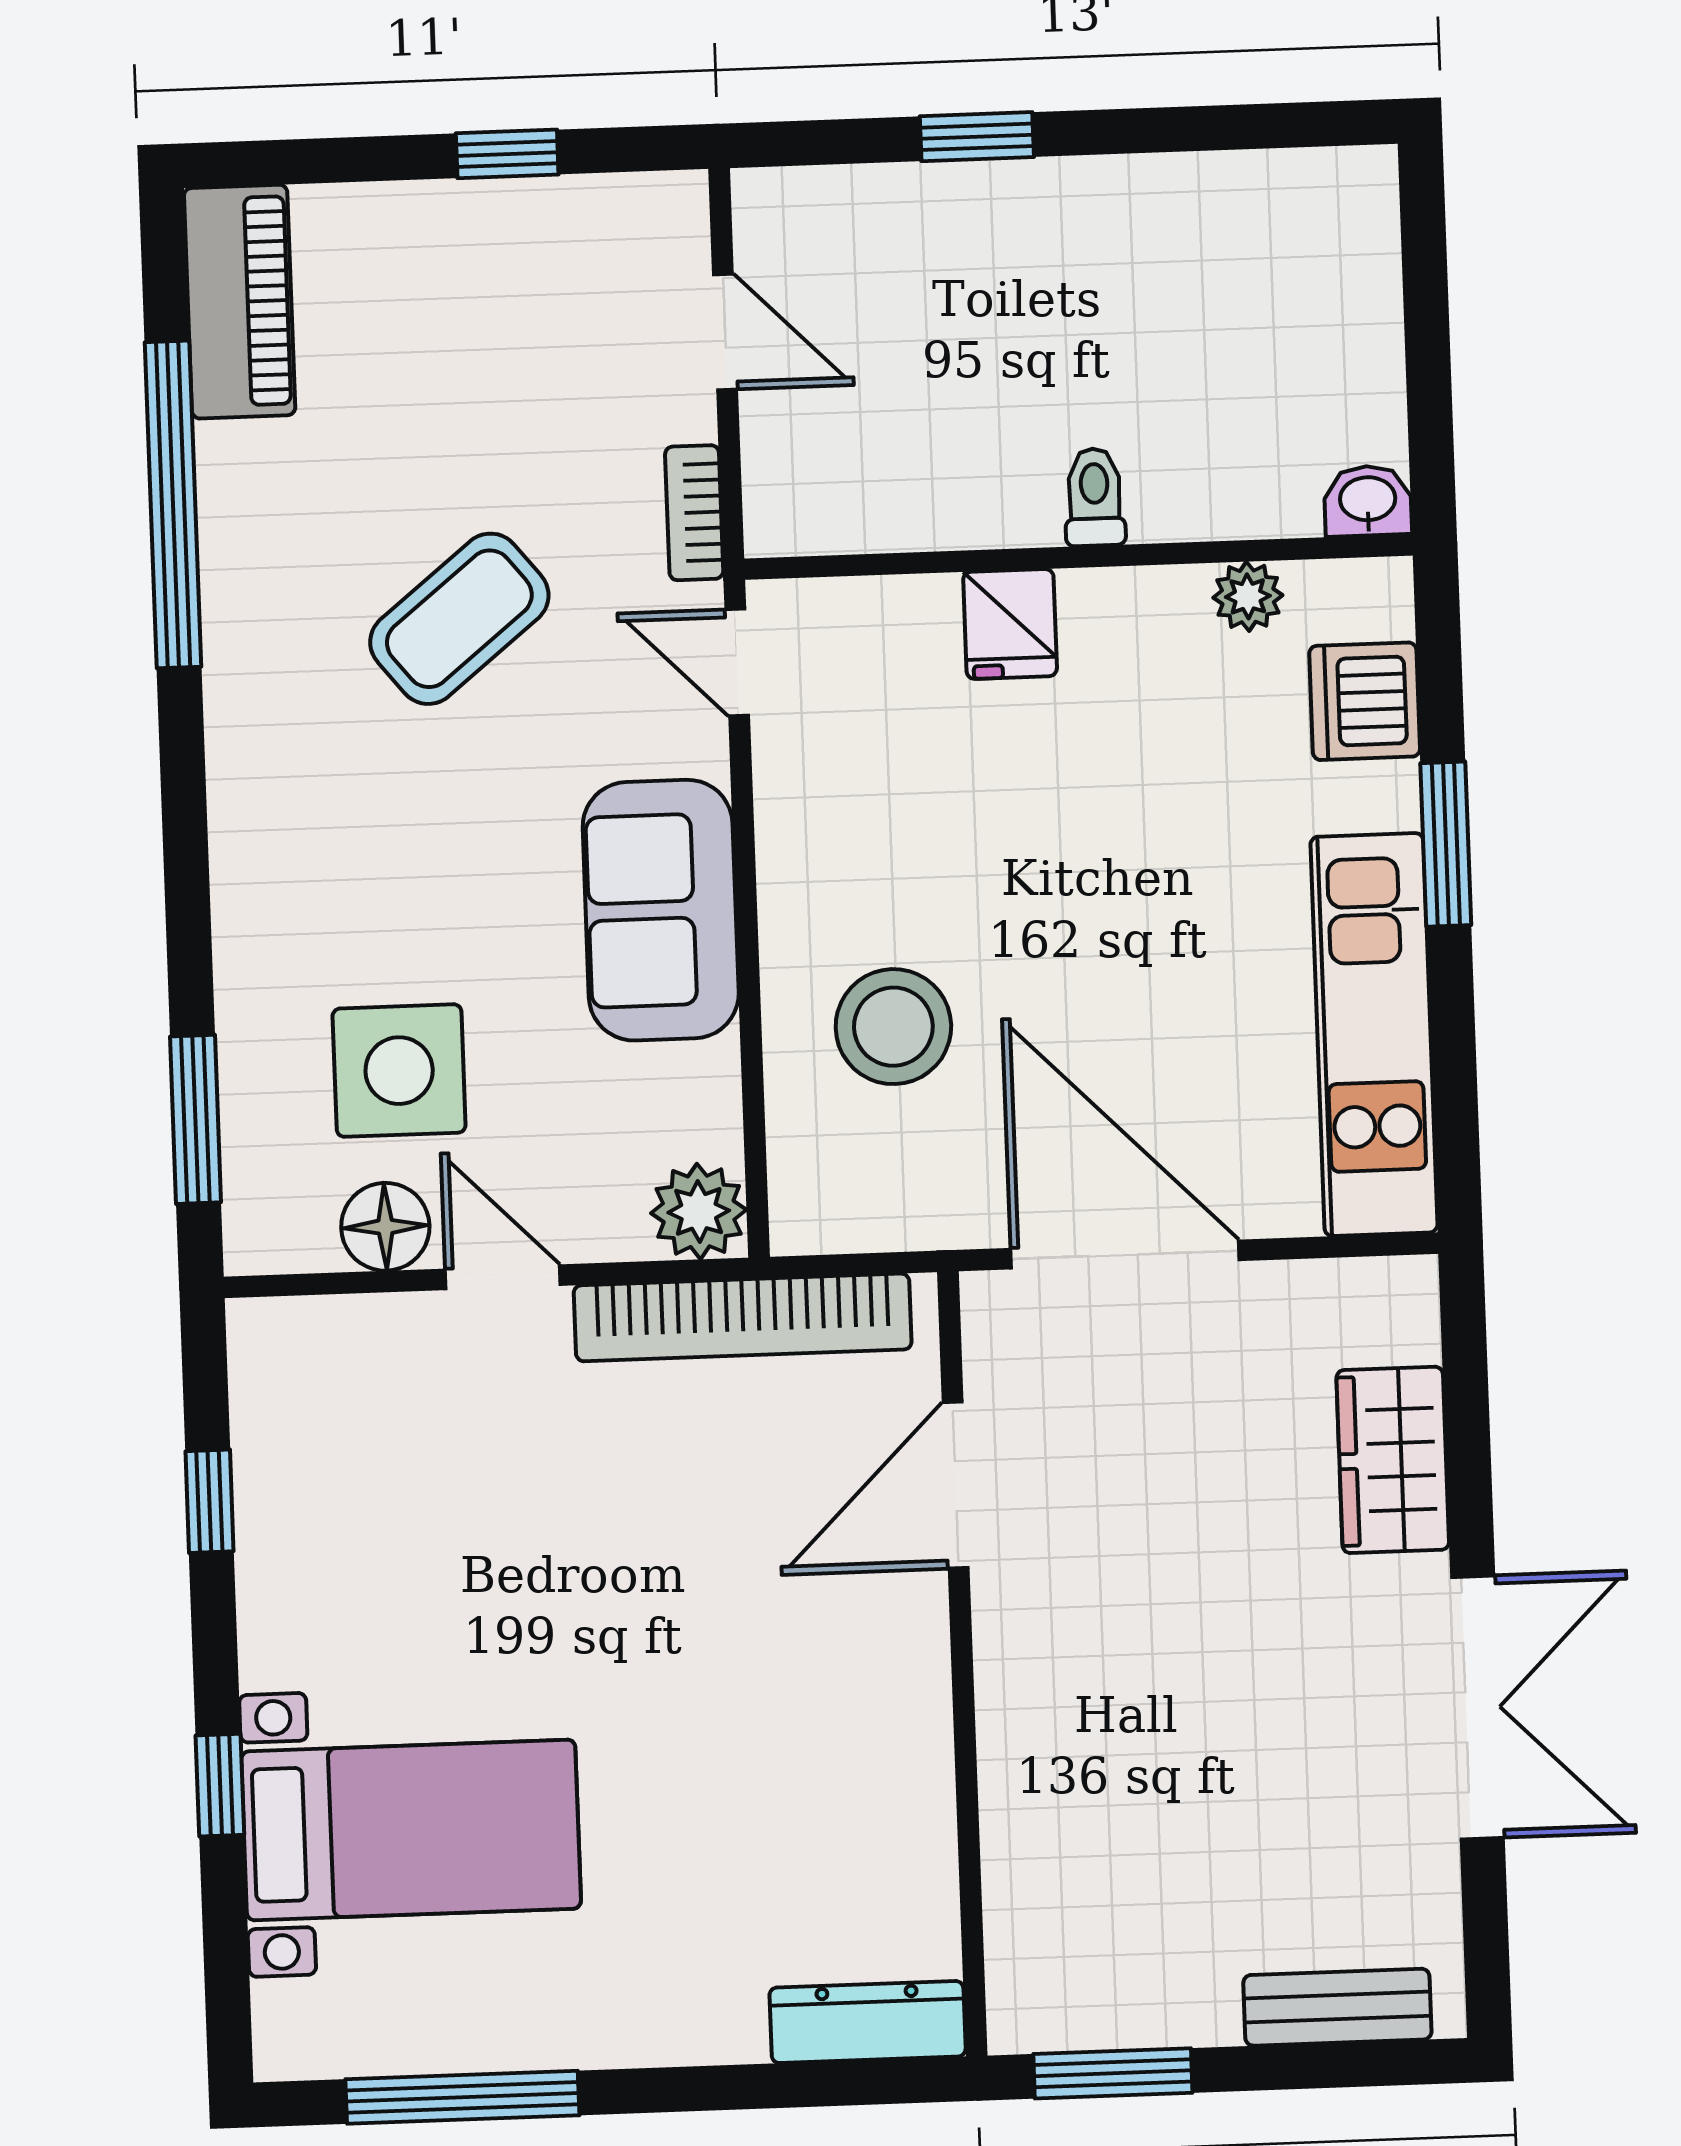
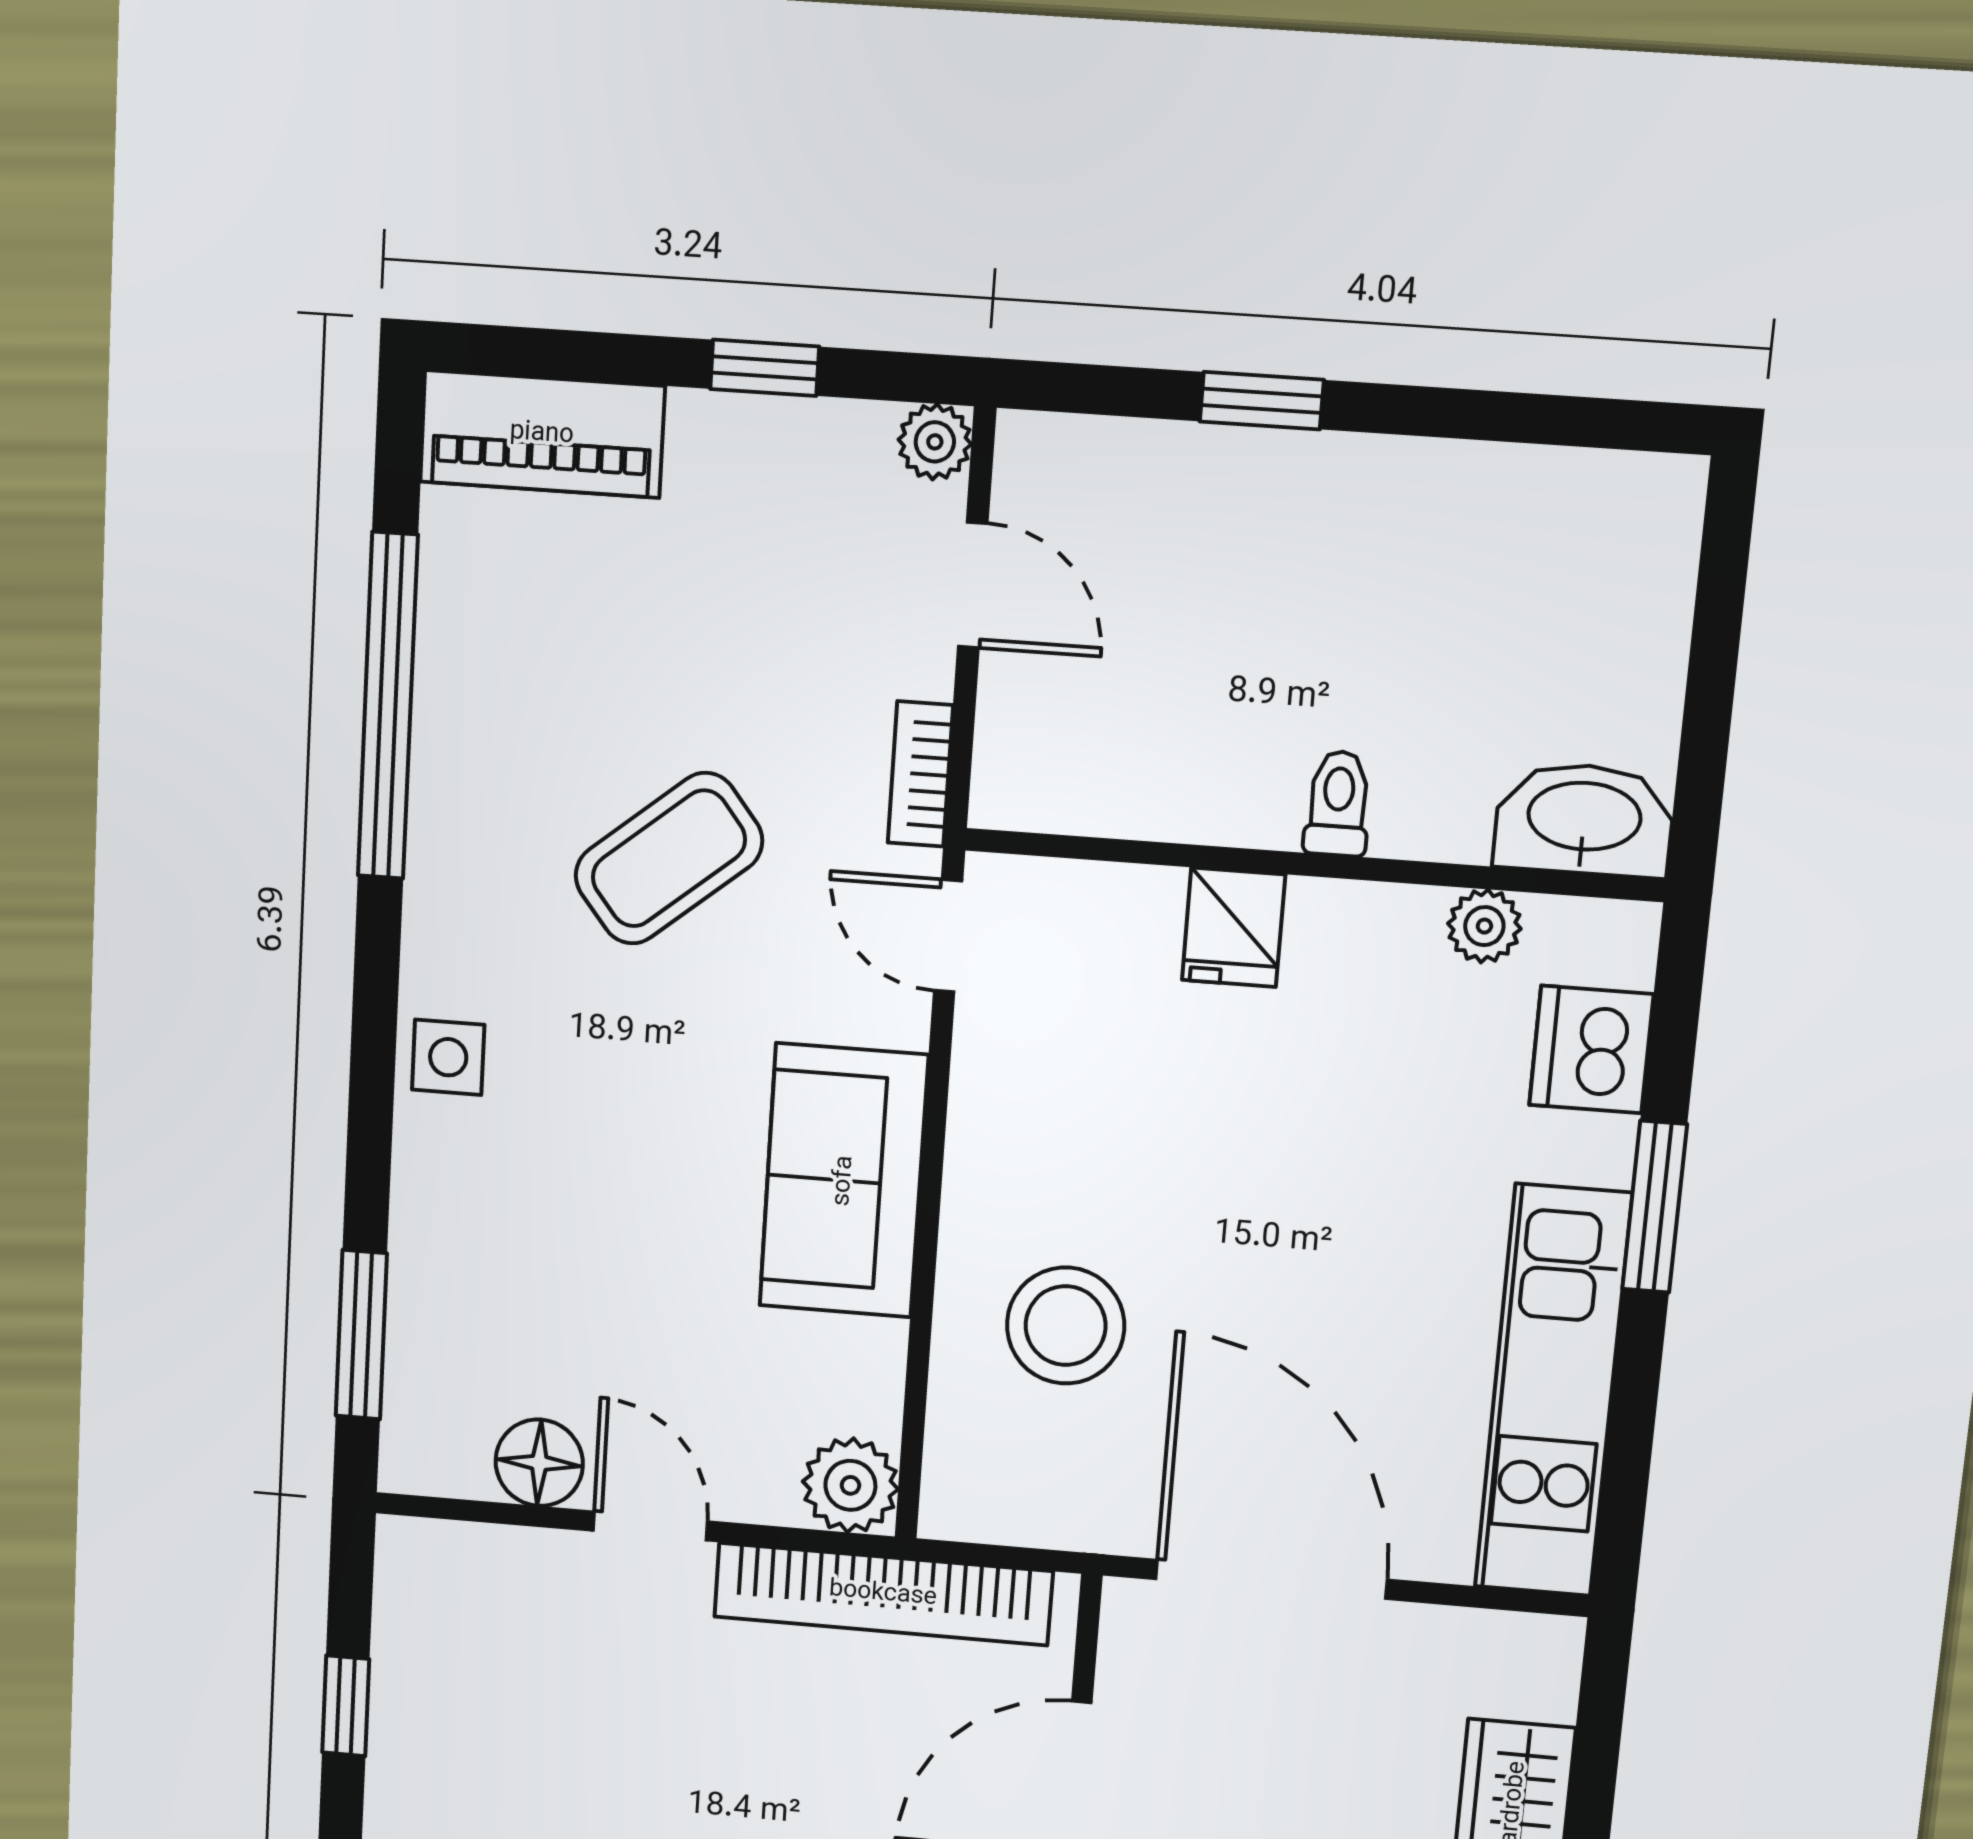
plant: (675, 205) -> (935, 442), added
piano: (240, 302) -> (542, 434), moved, turned 90
washbasin: (1368, 501) -> (1584, 819), width x1.91, depth x1.45
side table: (399, 1071) -> (448, 1057), moved, width x0.54, depth x0.54

